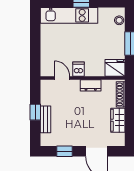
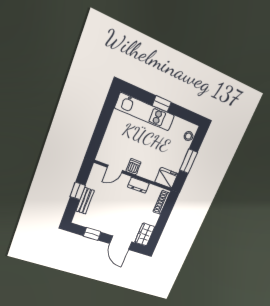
door: (62, 78) -> (115, 169), swing flipped
wardrobe: (118, 120) -> (145, 235), moved

